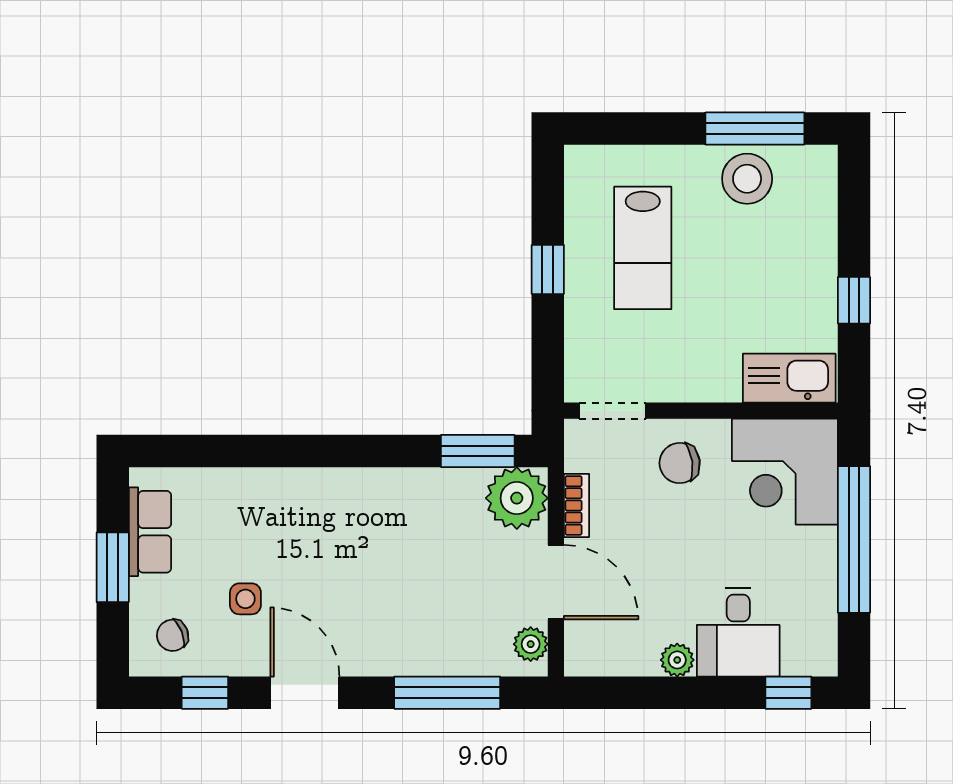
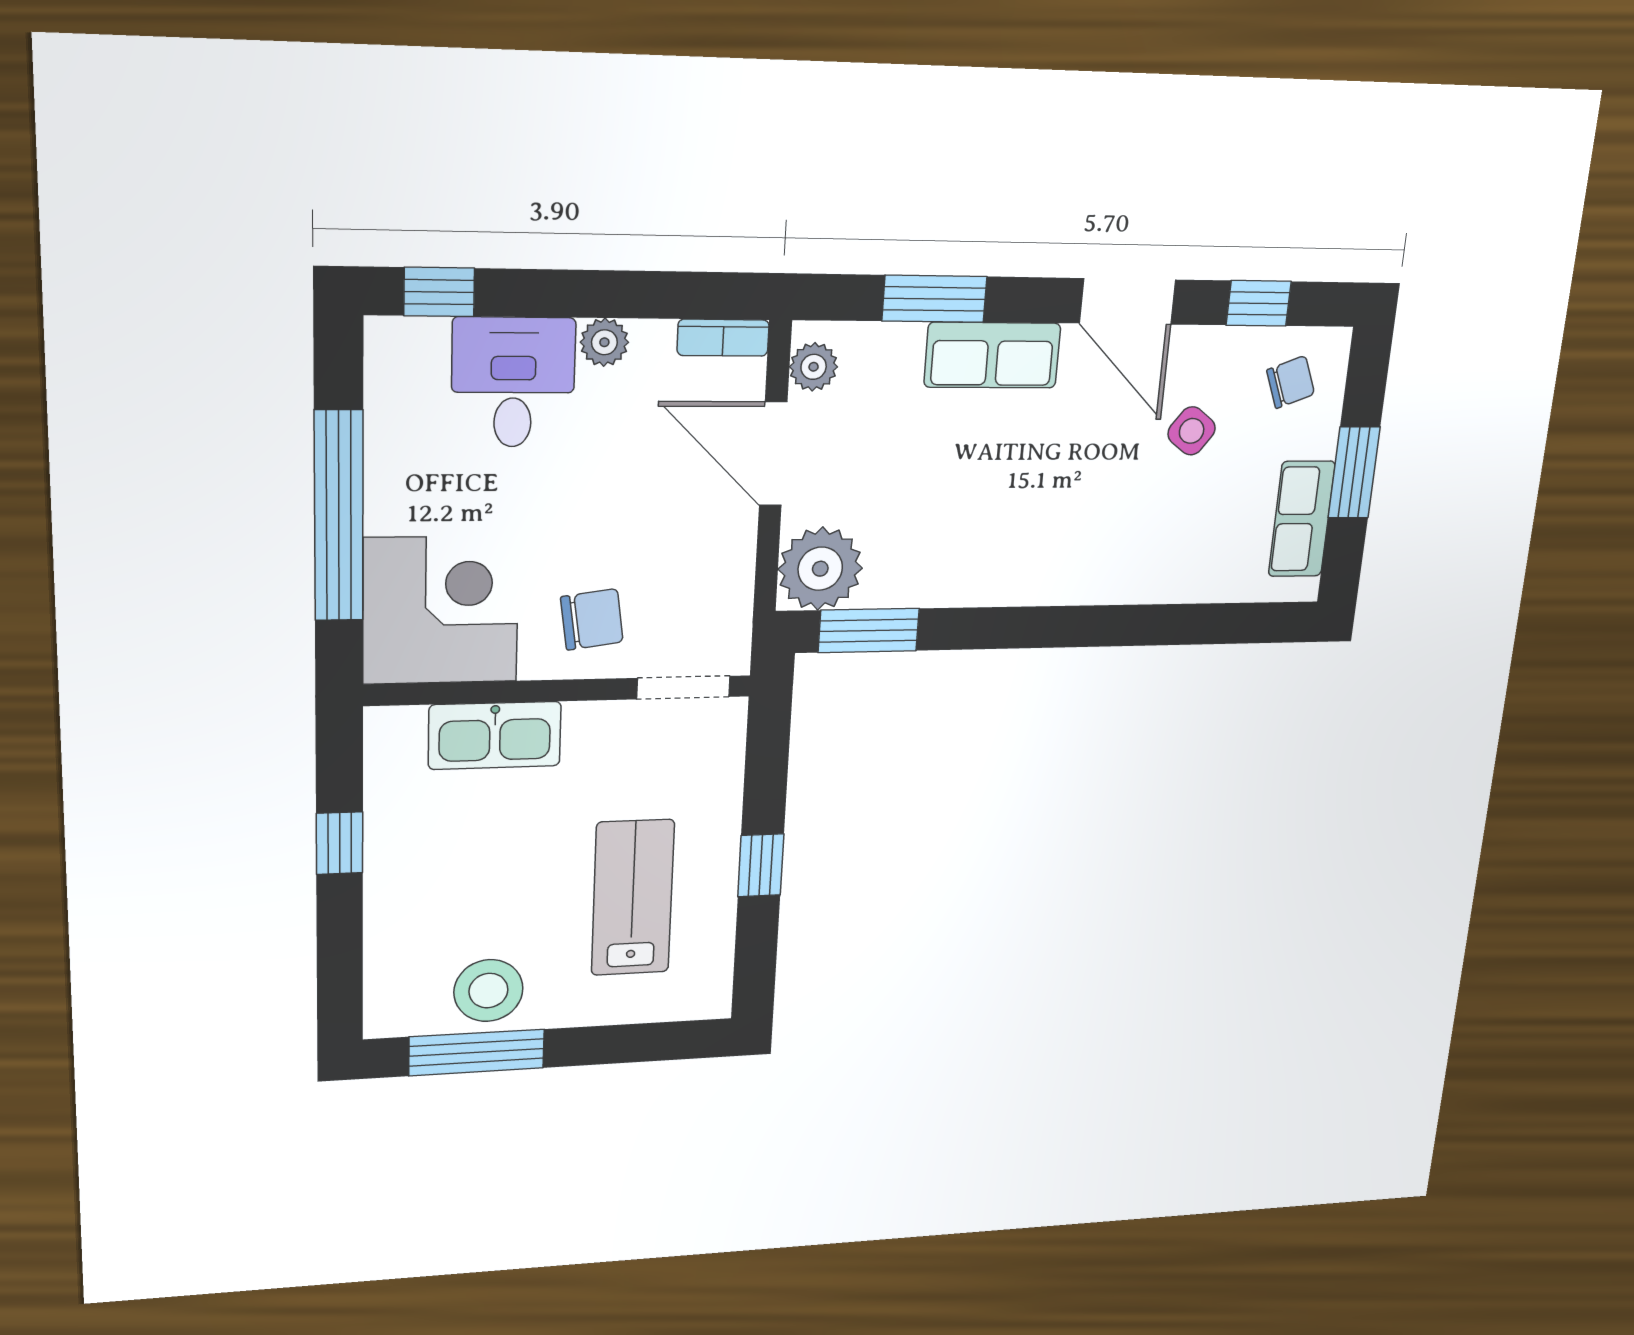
kitchen sink: (789, 378) -> (495, 735), moved
bookcase: (577, 505) -> (723, 338), moved, turned -90
side table: (245, 599) -> (1192, 431), turned 37
row of seats: (402, 653) -> (992, 355), added
window: (447, 693) -> (935, 299), width x0.69

